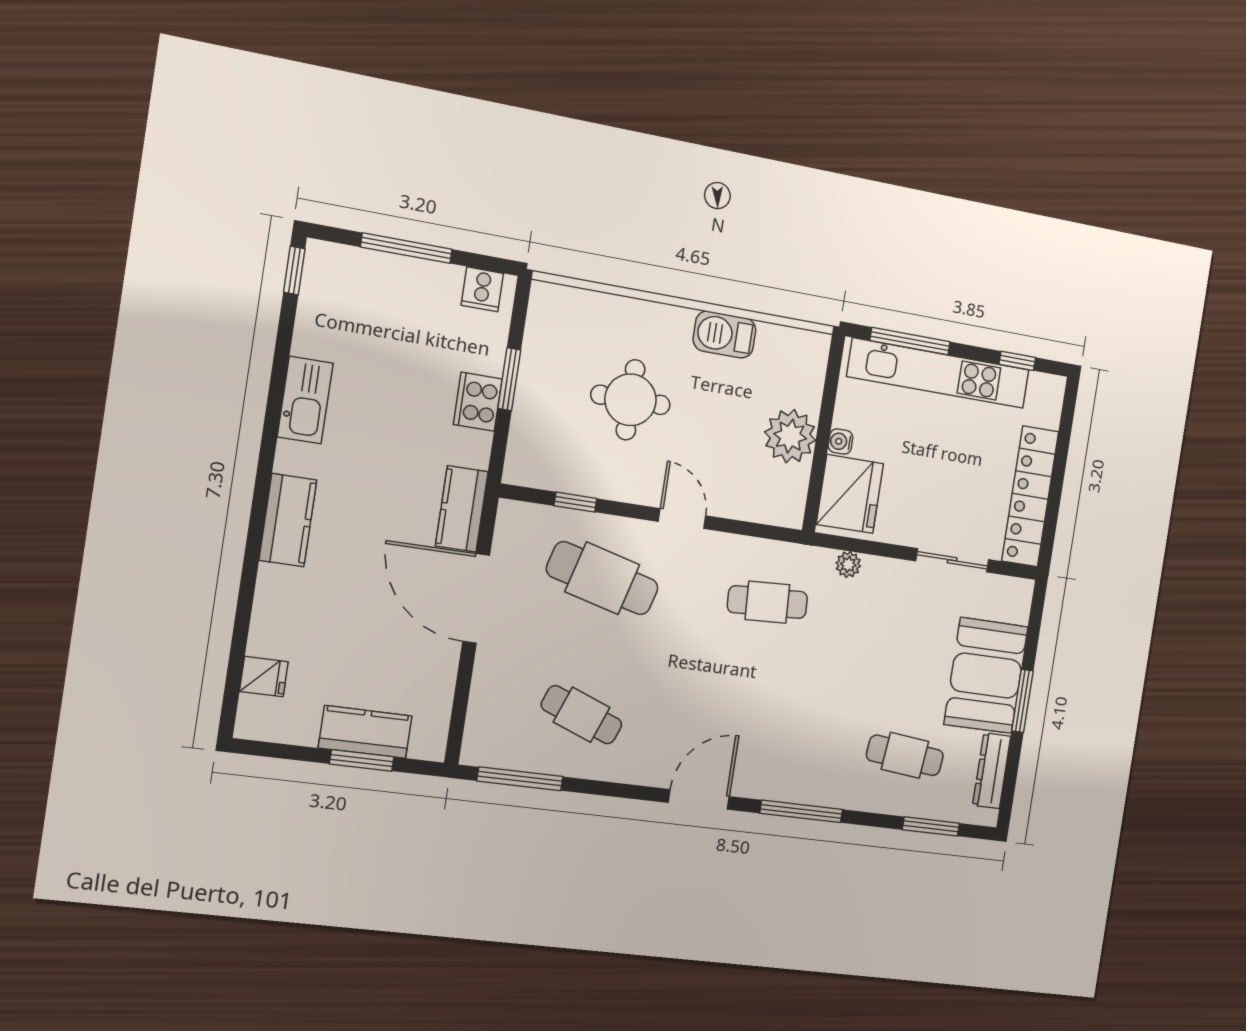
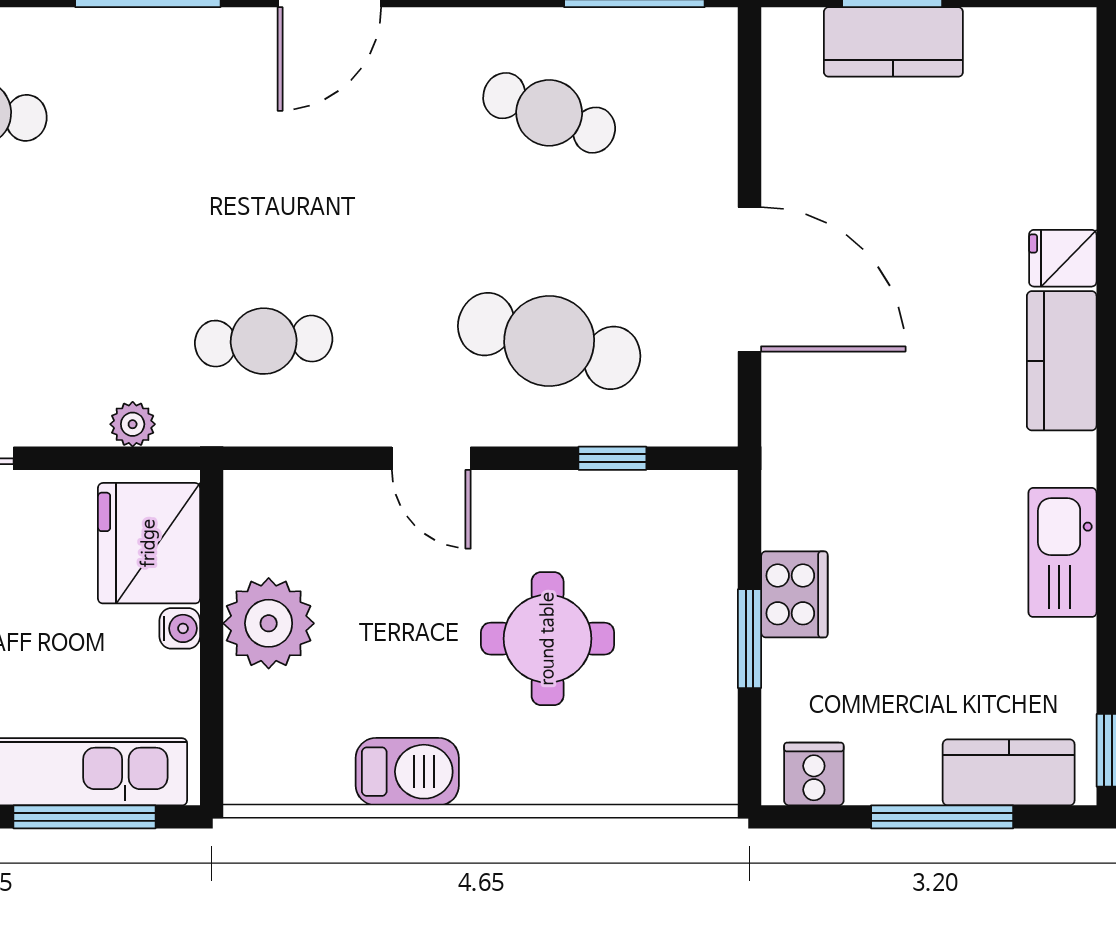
kitchen counter: (462, 509) -> (1009, 772), moved, turned -90
fridge: (264, 677) -> (1063, 258), moved

